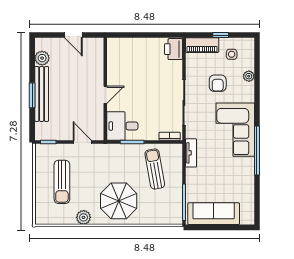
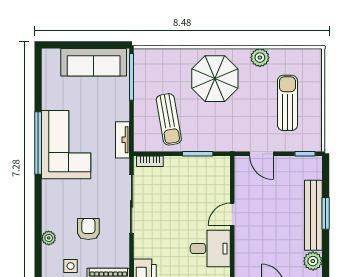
desk: (122, 126) -> (210, 249), moved
corner sofa: (235, 130) -> (66, 145), moved

